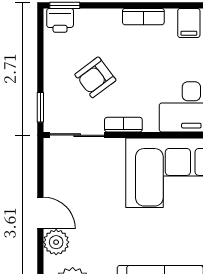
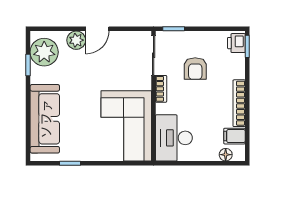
bookcase: (143, 17) -> (239, 103), width x1.56
armchair: (95, 77) -> (195, 69), turned -143

